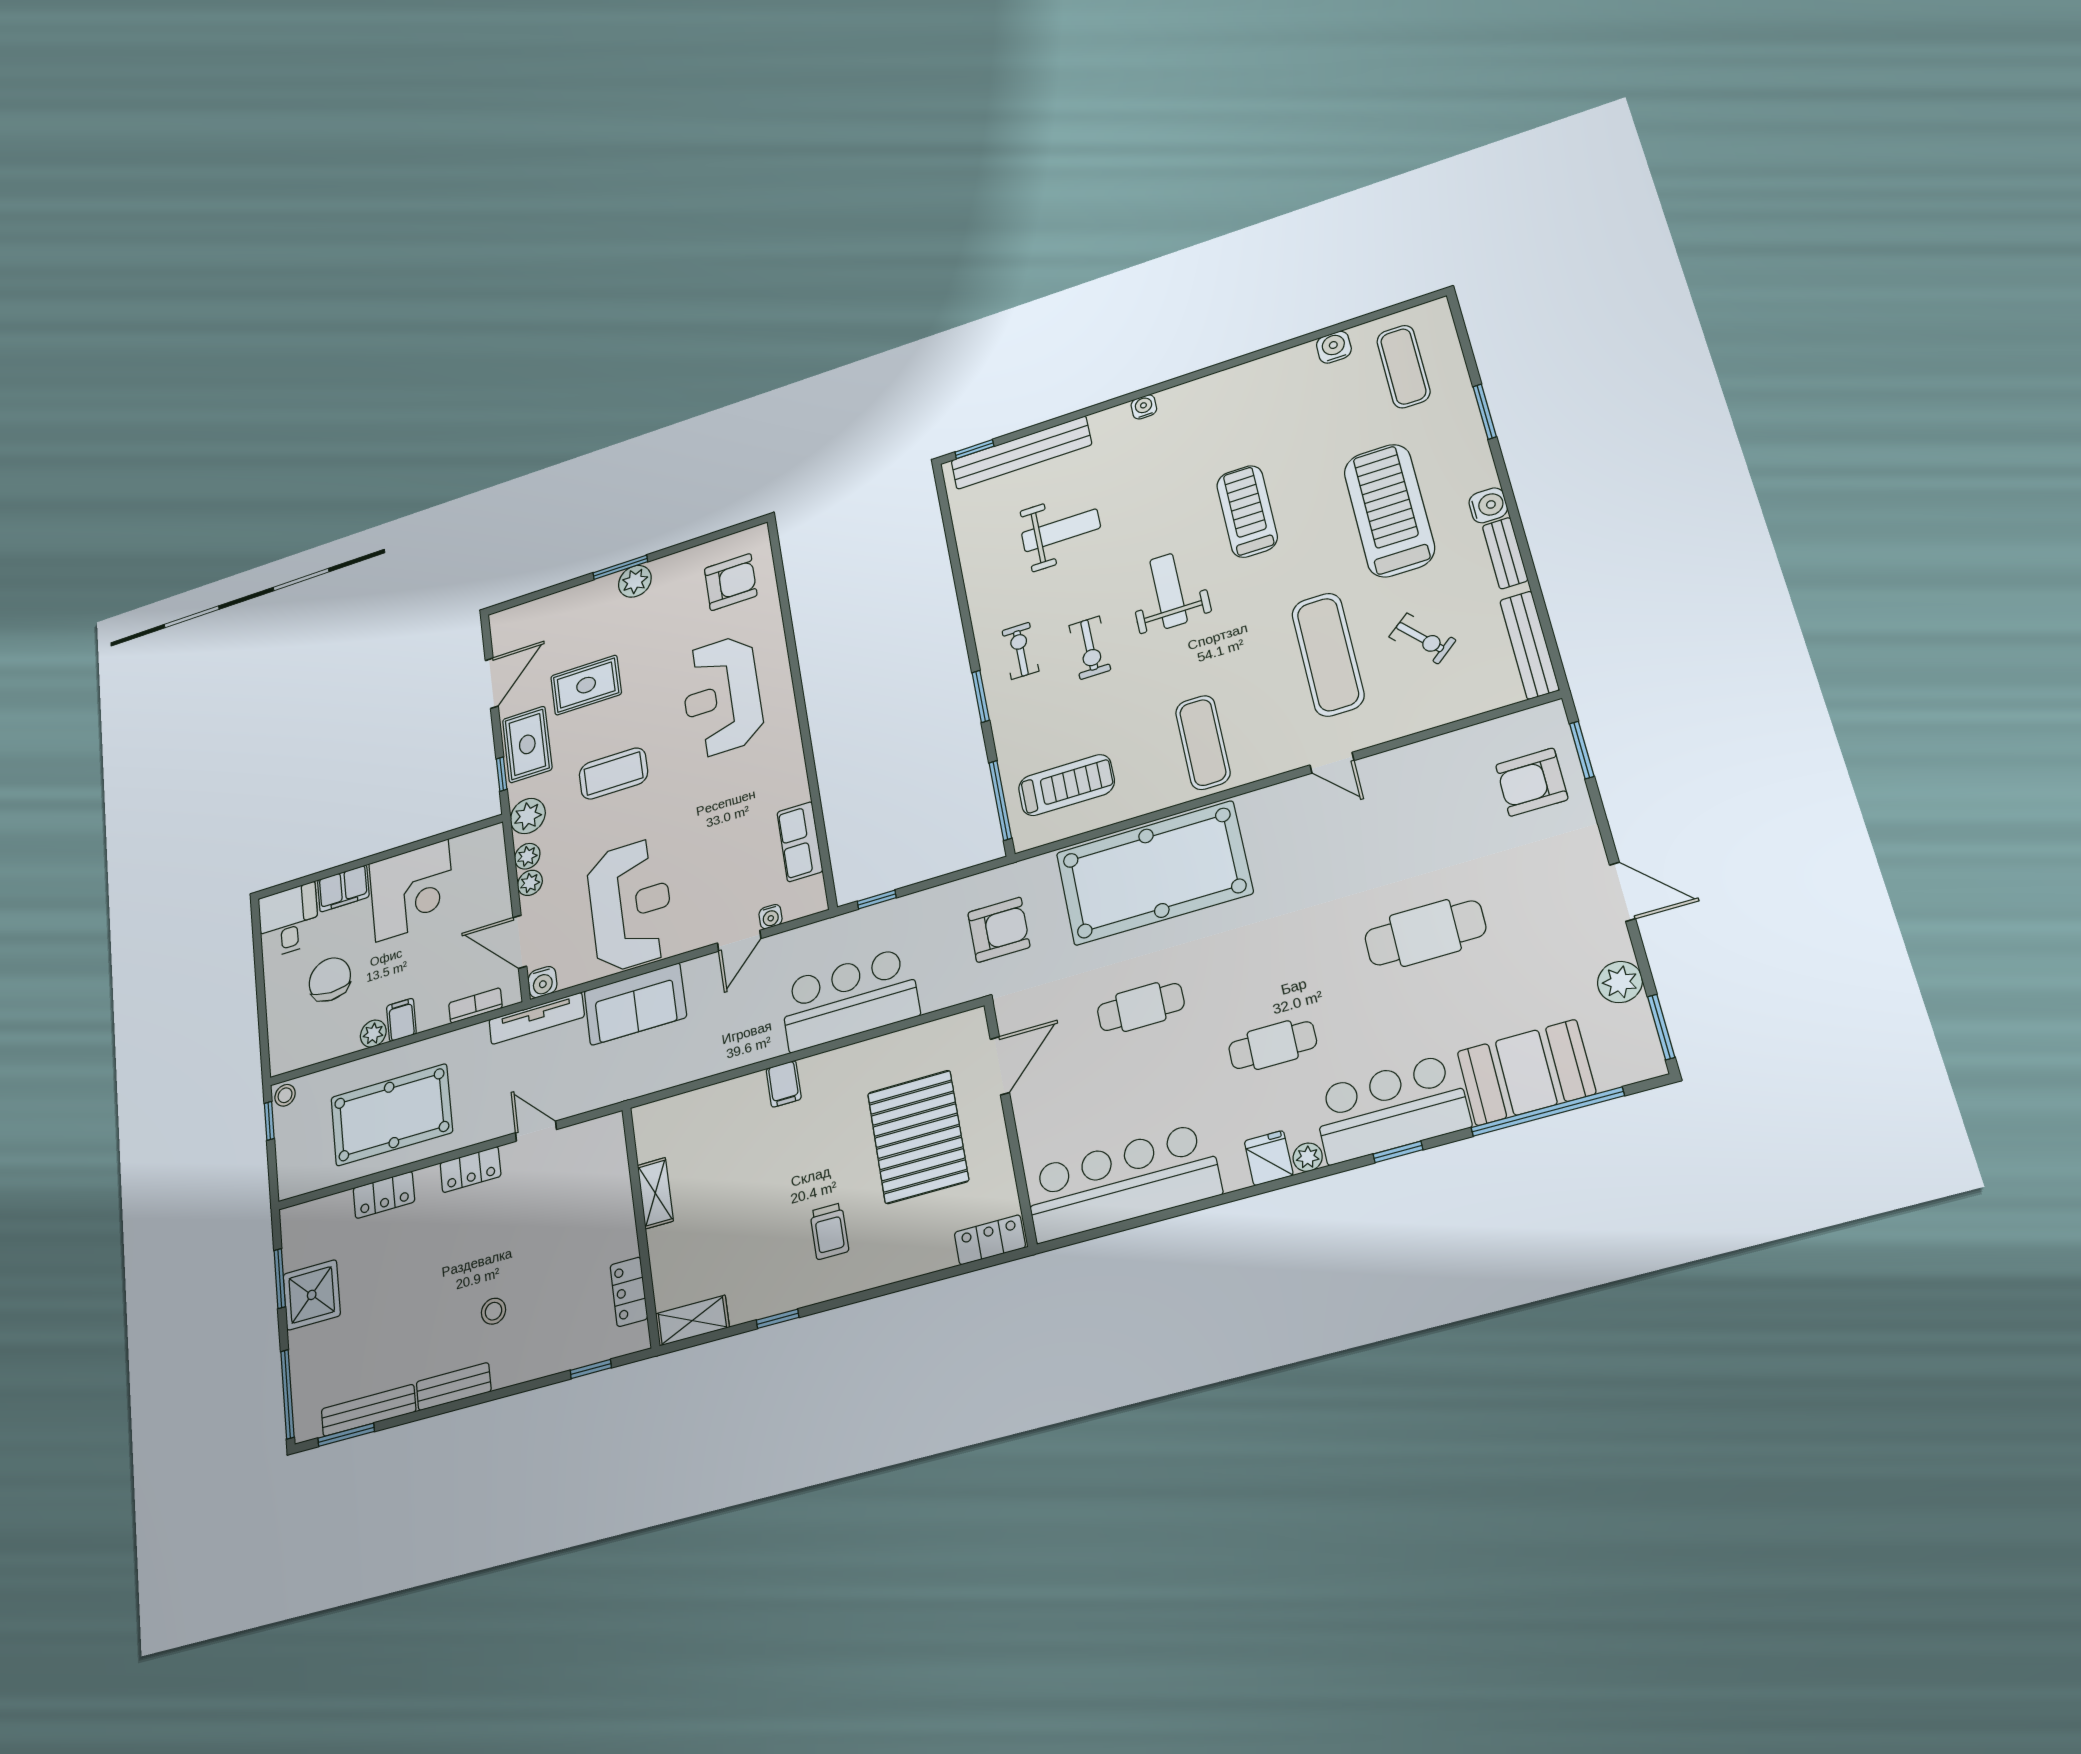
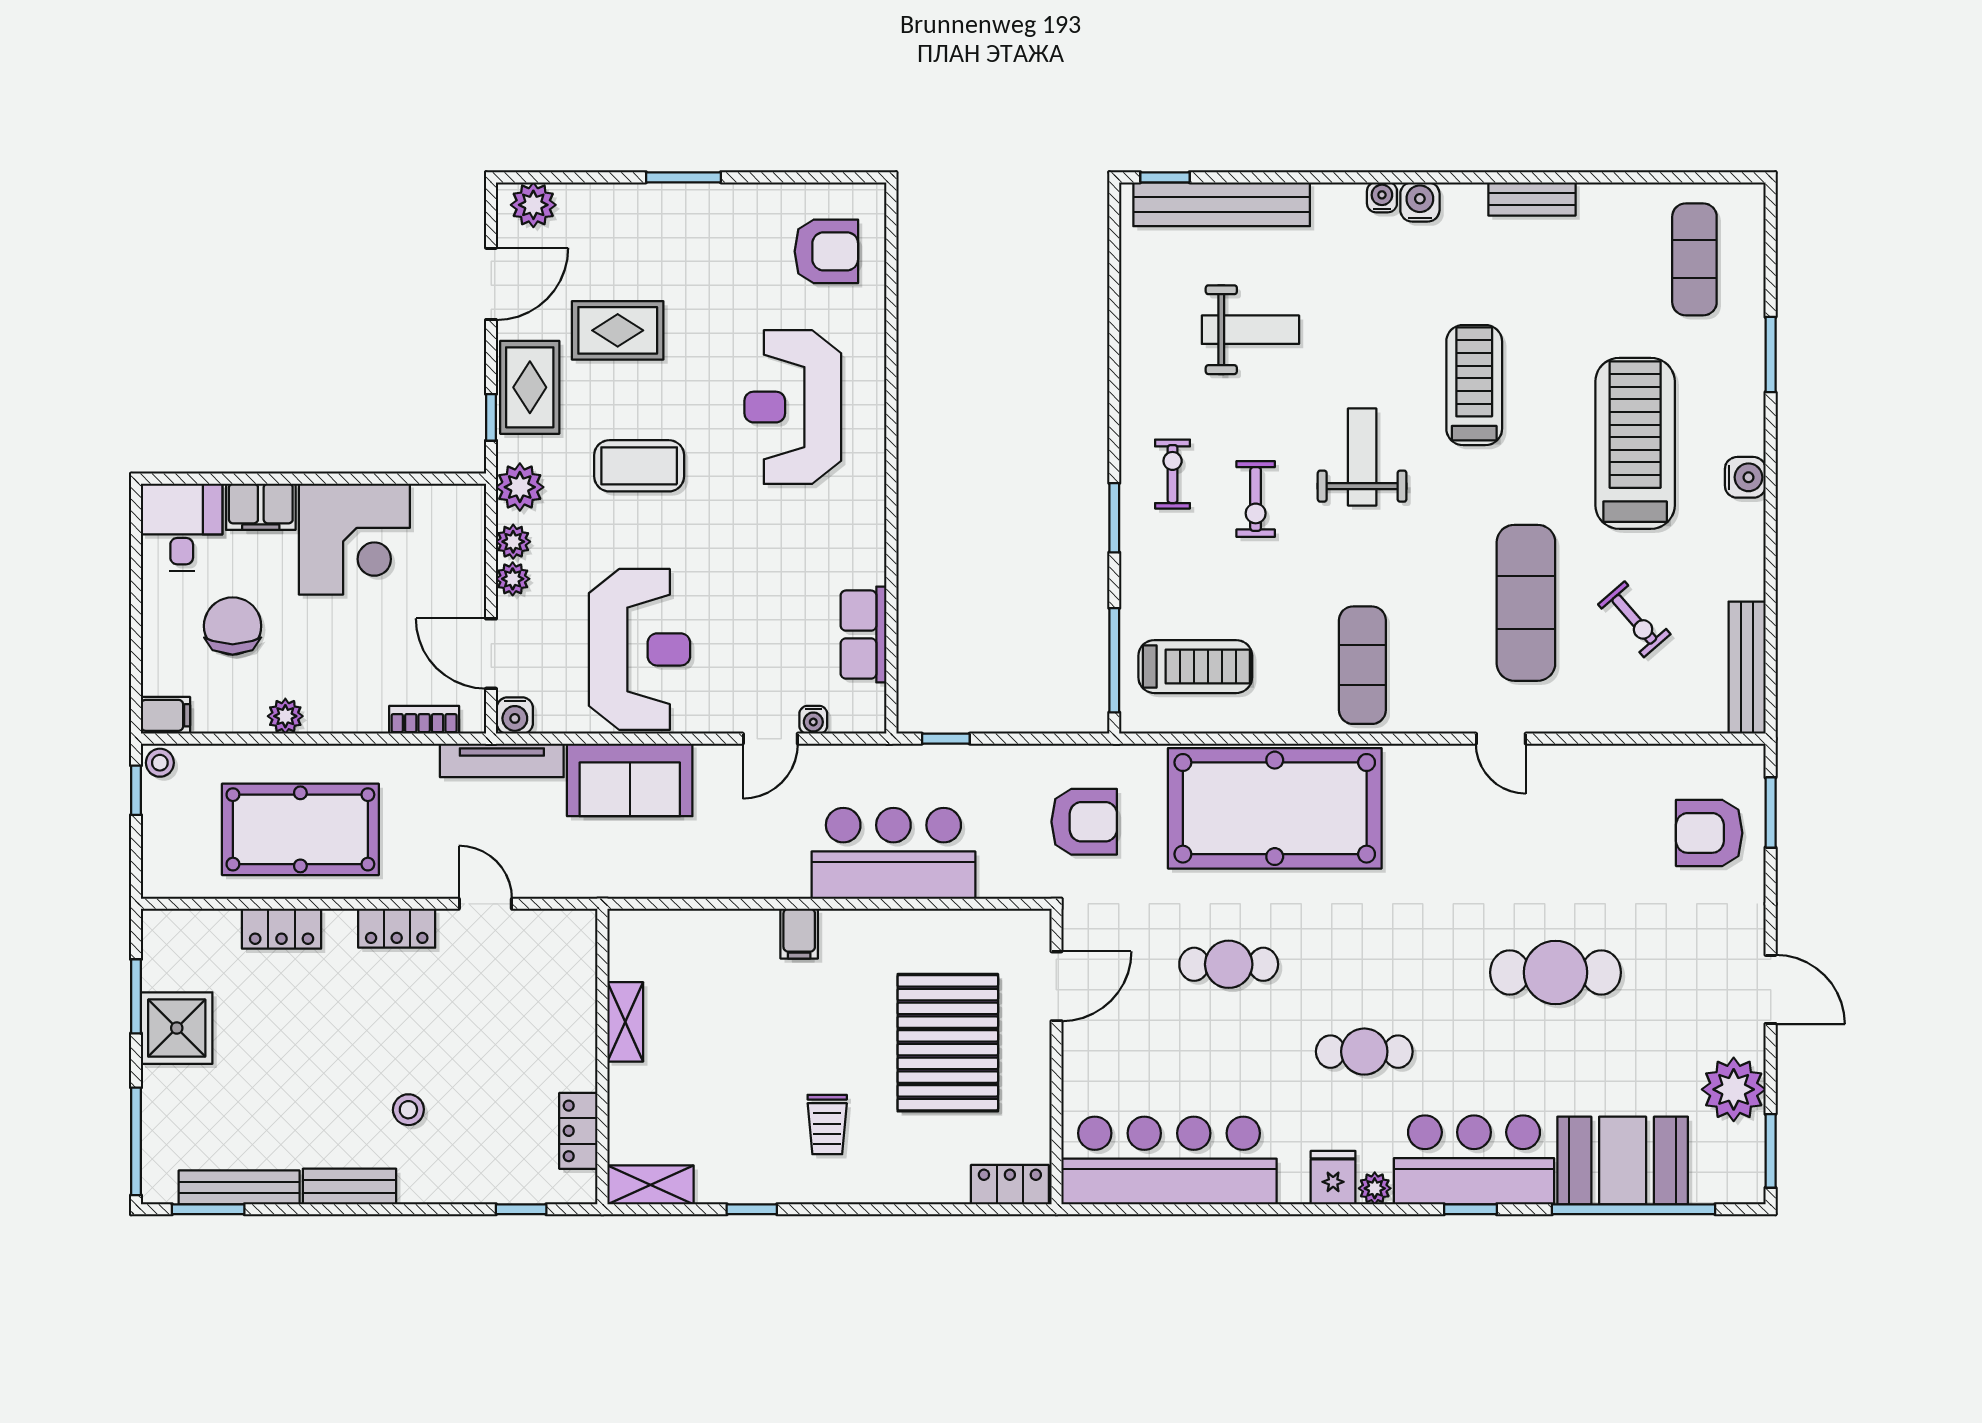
water cooler: (1334, 347) -> (1420, 202), moved
bench: (1505, 553) -> (1532, 199), moved, turned 90
plant: (635, 581) -> (533, 205), moved
plant: (1620, 982) -> (1734, 1089), width x1.36, depth x1.36
filing cabinet: (401, 1020) -> (166, 715), moved, turned 90

